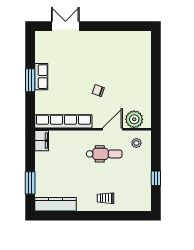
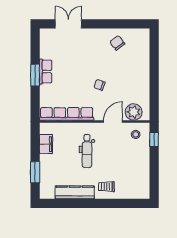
chair: (117, 46) -> (117, 43), added
filing cabinet: (42, 141) -> (46, 144), moved
dental chair: (104, 154) -> (87, 151), moved, turned 90
window: (156, 178) -> (154, 139), moved
kitchen counter: (55, 204) -> (75, 192), moved

